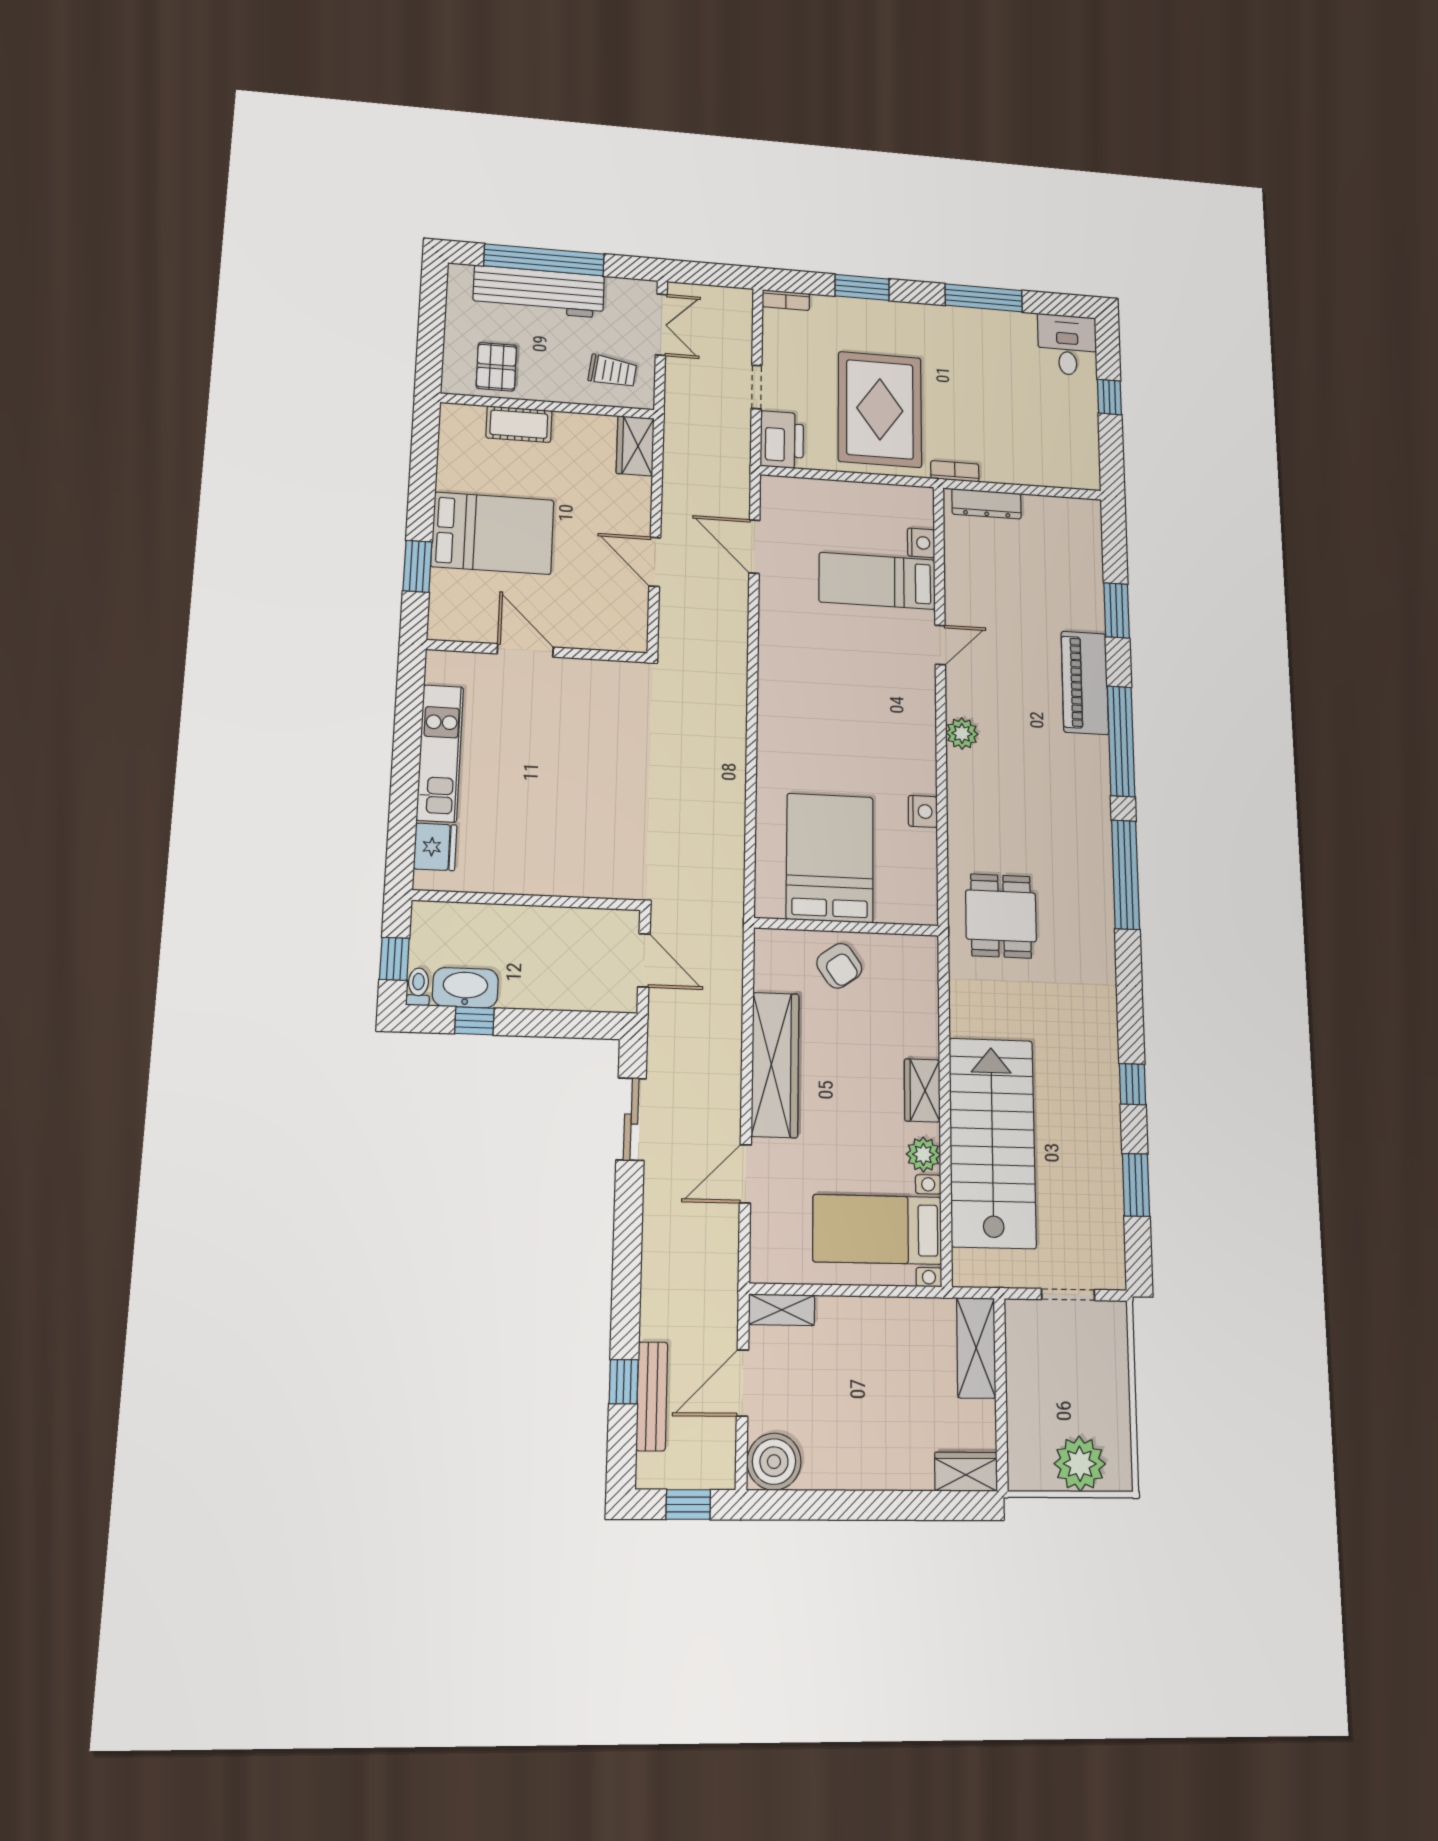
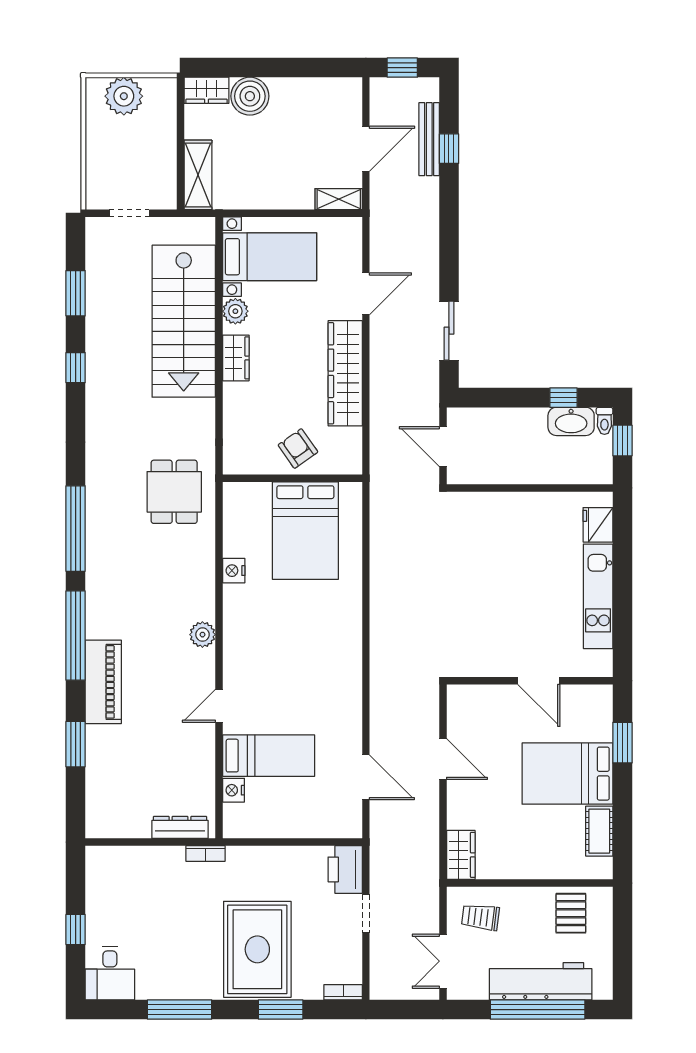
rug: (880, 409) -> (257, 949), moved
cot: (519, 424) -> (599, 831), moved, turned 90
boiler: (774, 1462) -> (250, 96), moved

